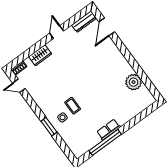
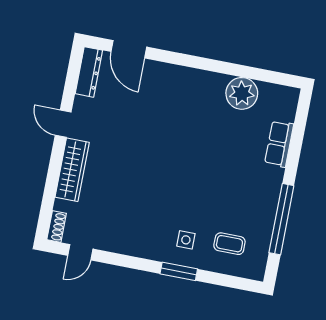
wardrobe: (40, 55) -> (72, 170), width x1.50
coffee table: (73, 106) -> (229, 244), moved
row of seats: (109, 130) -> (279, 144), moved

